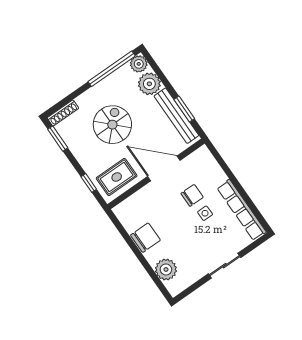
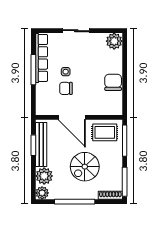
window: (112, 69) -> (75, 202), moved
window: (58, 139) -> (125, 182), width x1.44
window: (89, 183) -> (125, 141), width x2.17
window: (242, 191) -> (33, 70), added
chair: (145, 238) -> (113, 82), turned 90
plant: (166, 269) -> (114, 41), moved

